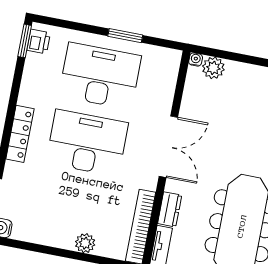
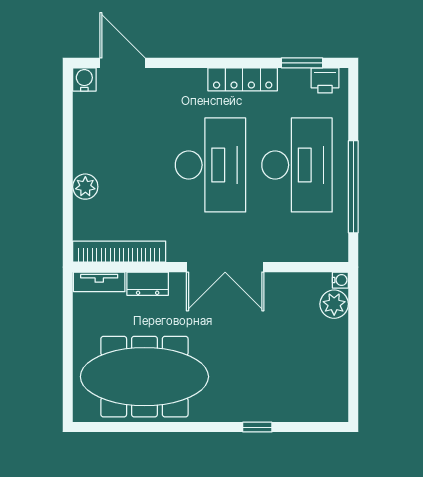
window: (125, 36) -> (353, 187), width x2.11
window: (25, 41) -> (302, 63), moved
locker: (20, 134) -> (243, 79), moved

